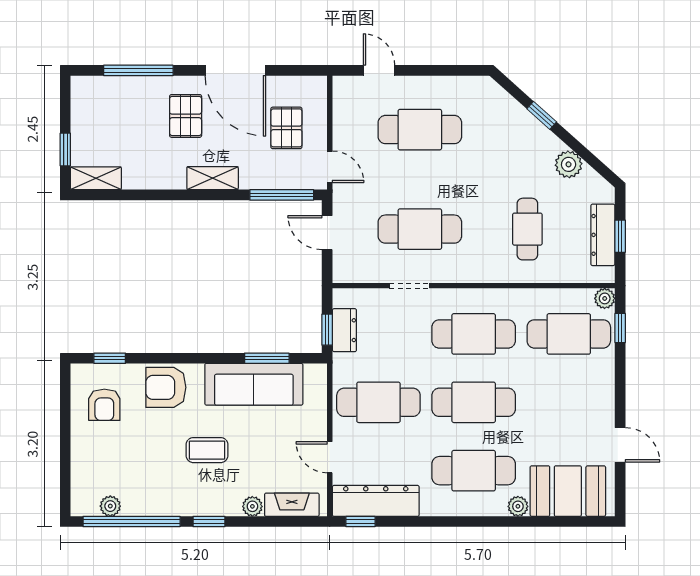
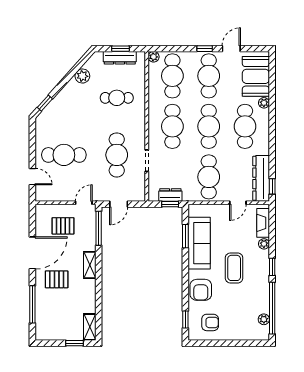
door: (379, 70) -> (32, 177), swing flipped
window: (542, 115) -> (45, 103), moved
cafe table: (420, 130) -> (64, 155), turned 90
window: (620, 328) -> (205, 49), moved
cafe table: (569, 402) -> (209, 76), added
coffee table: (207, 450) -> (234, 268), width x1.36, depth x1.30

